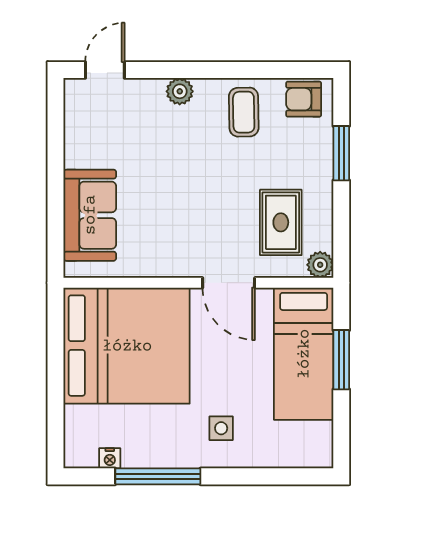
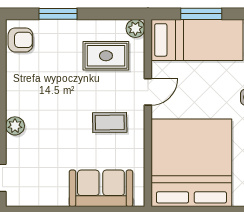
armchair: (304, 99) -> (20, 40), turned -90
coffee table: (244, 112) -> (110, 123), moved
door: (229, 283) -> (148, 92), width x0.73

